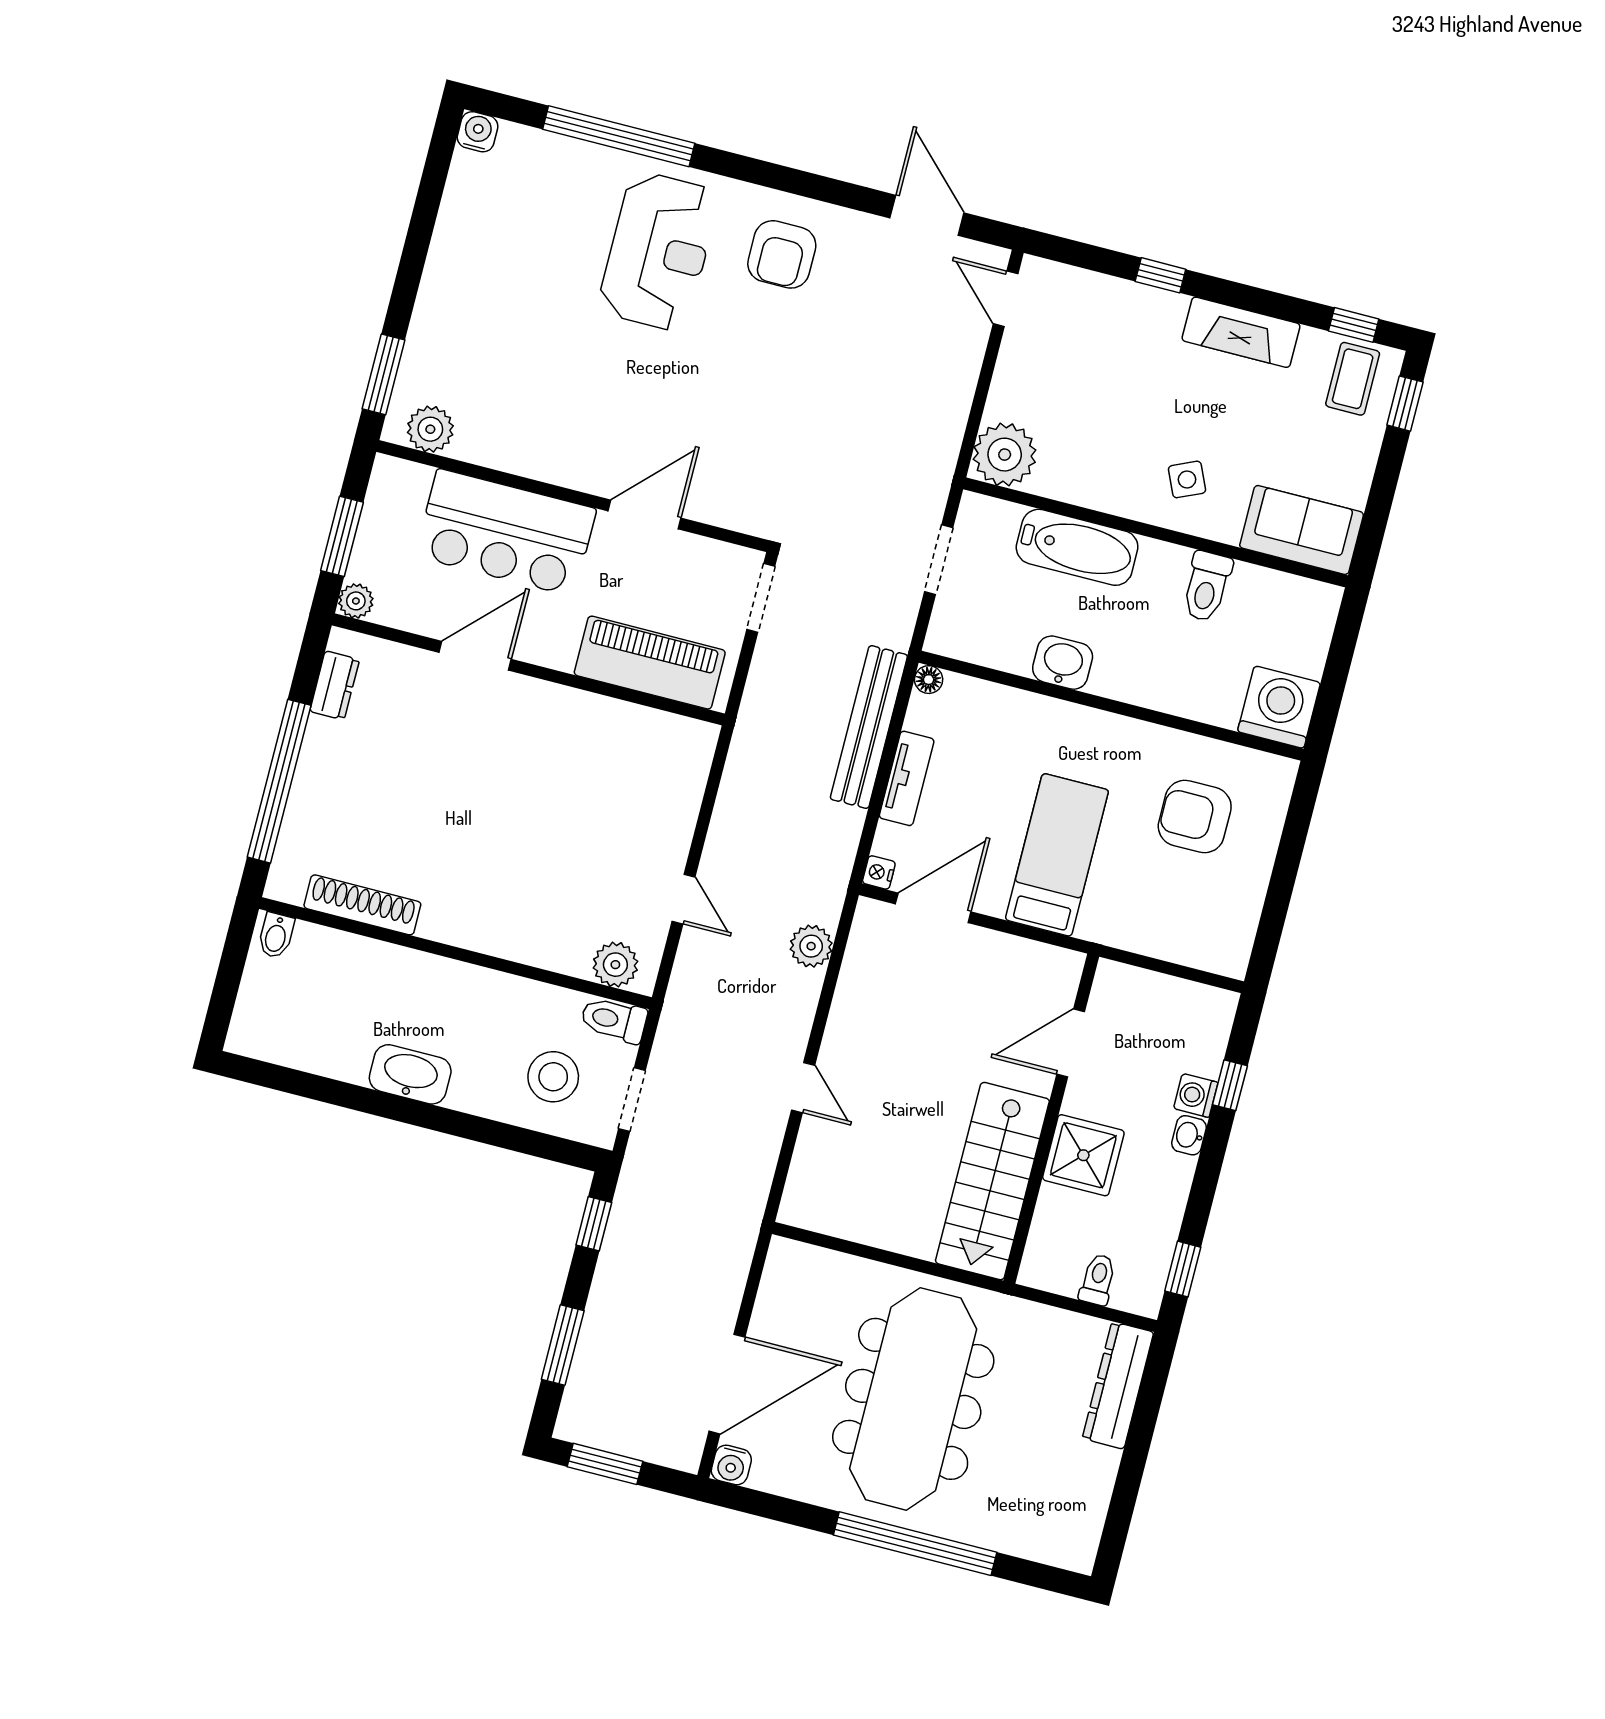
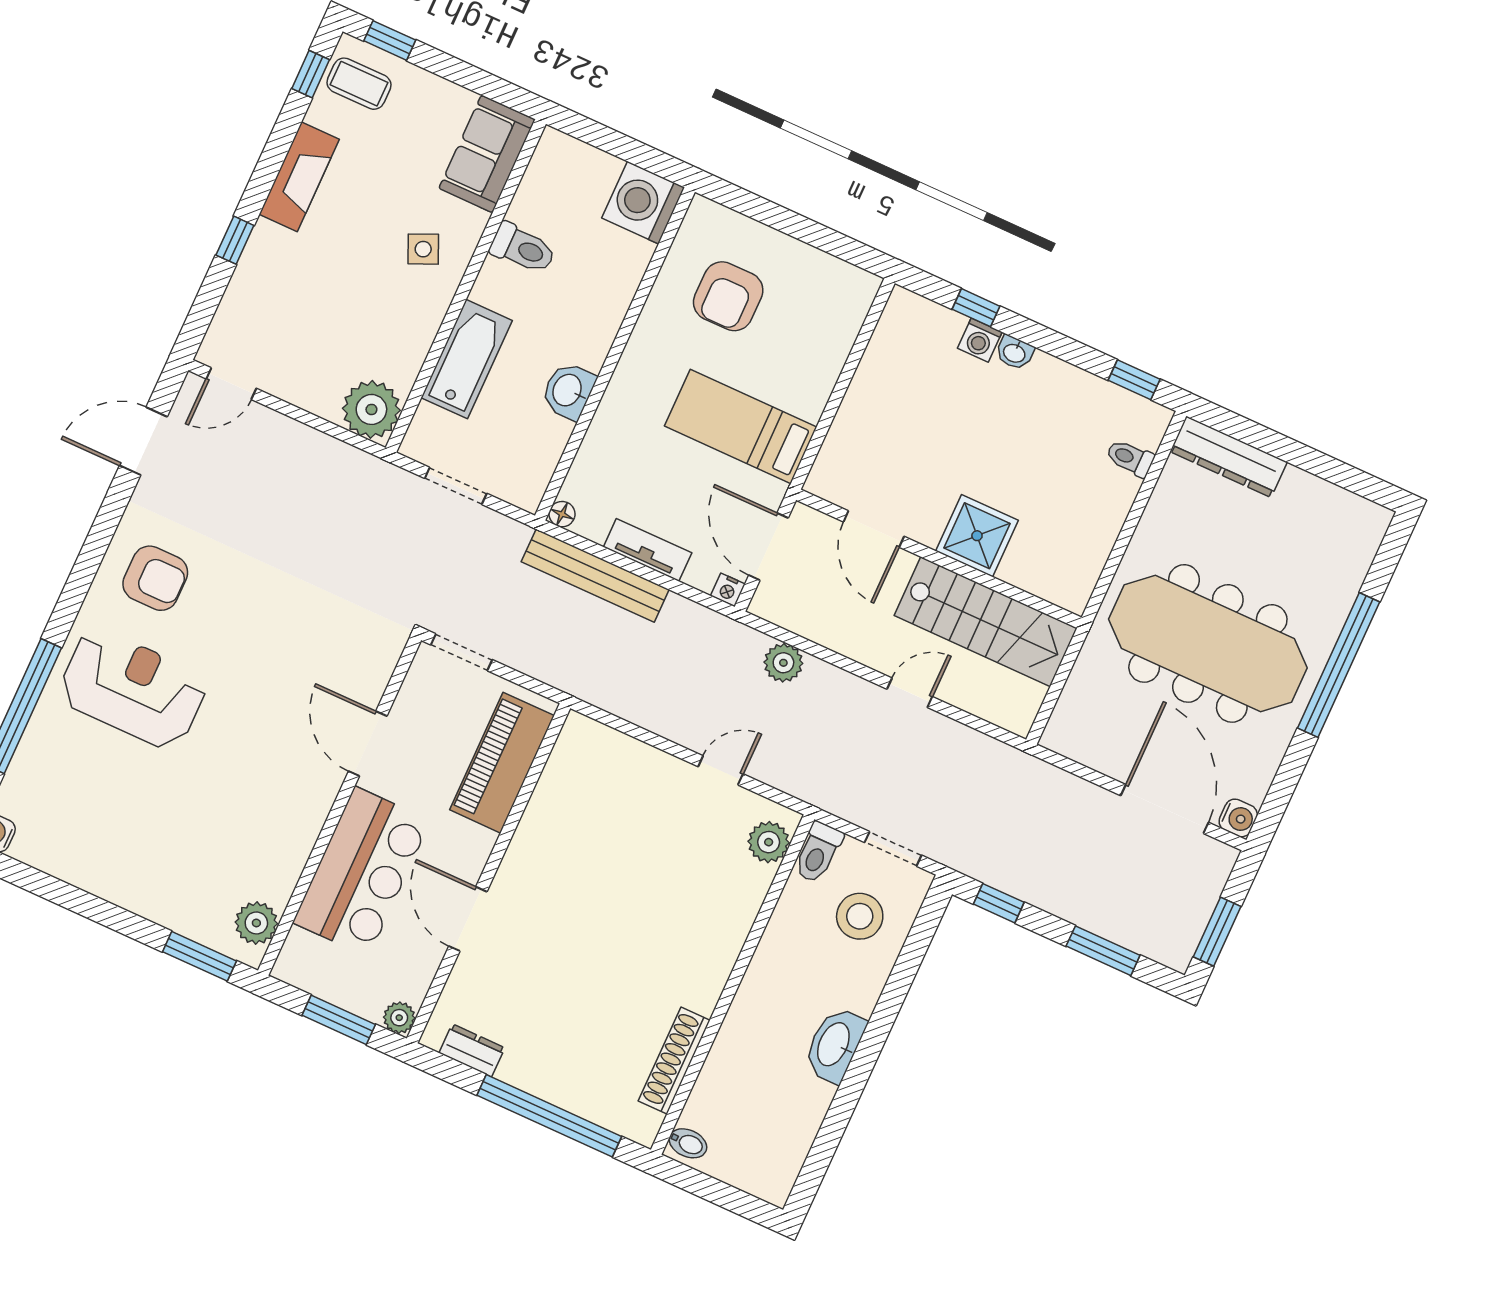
door: (1071, 1043) -> (874, 529), moved
wall: (1051, 1119) -> (939, 559), moved
shower: (1083, 1155) -> (977, 536), moved
stairs: (992, 1181) -> (986, 622), moved

